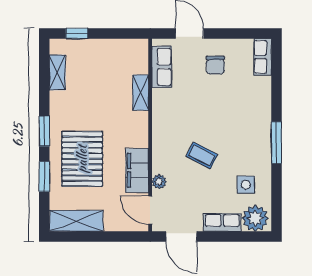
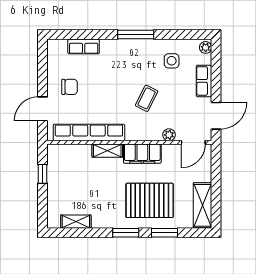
window: (77, 33) -> (43, 174), moved
row of seats: (263, 57) -> (84, 46), moved
row of seats: (162, 67) -> (89, 133), width x2.02
shelving: (141, 93) -> (107, 151), moved
filing cabinet: (137, 170) -> (142, 154), moved
plant: (255, 218) -> (206, 47), width x0.53, depth x0.53

